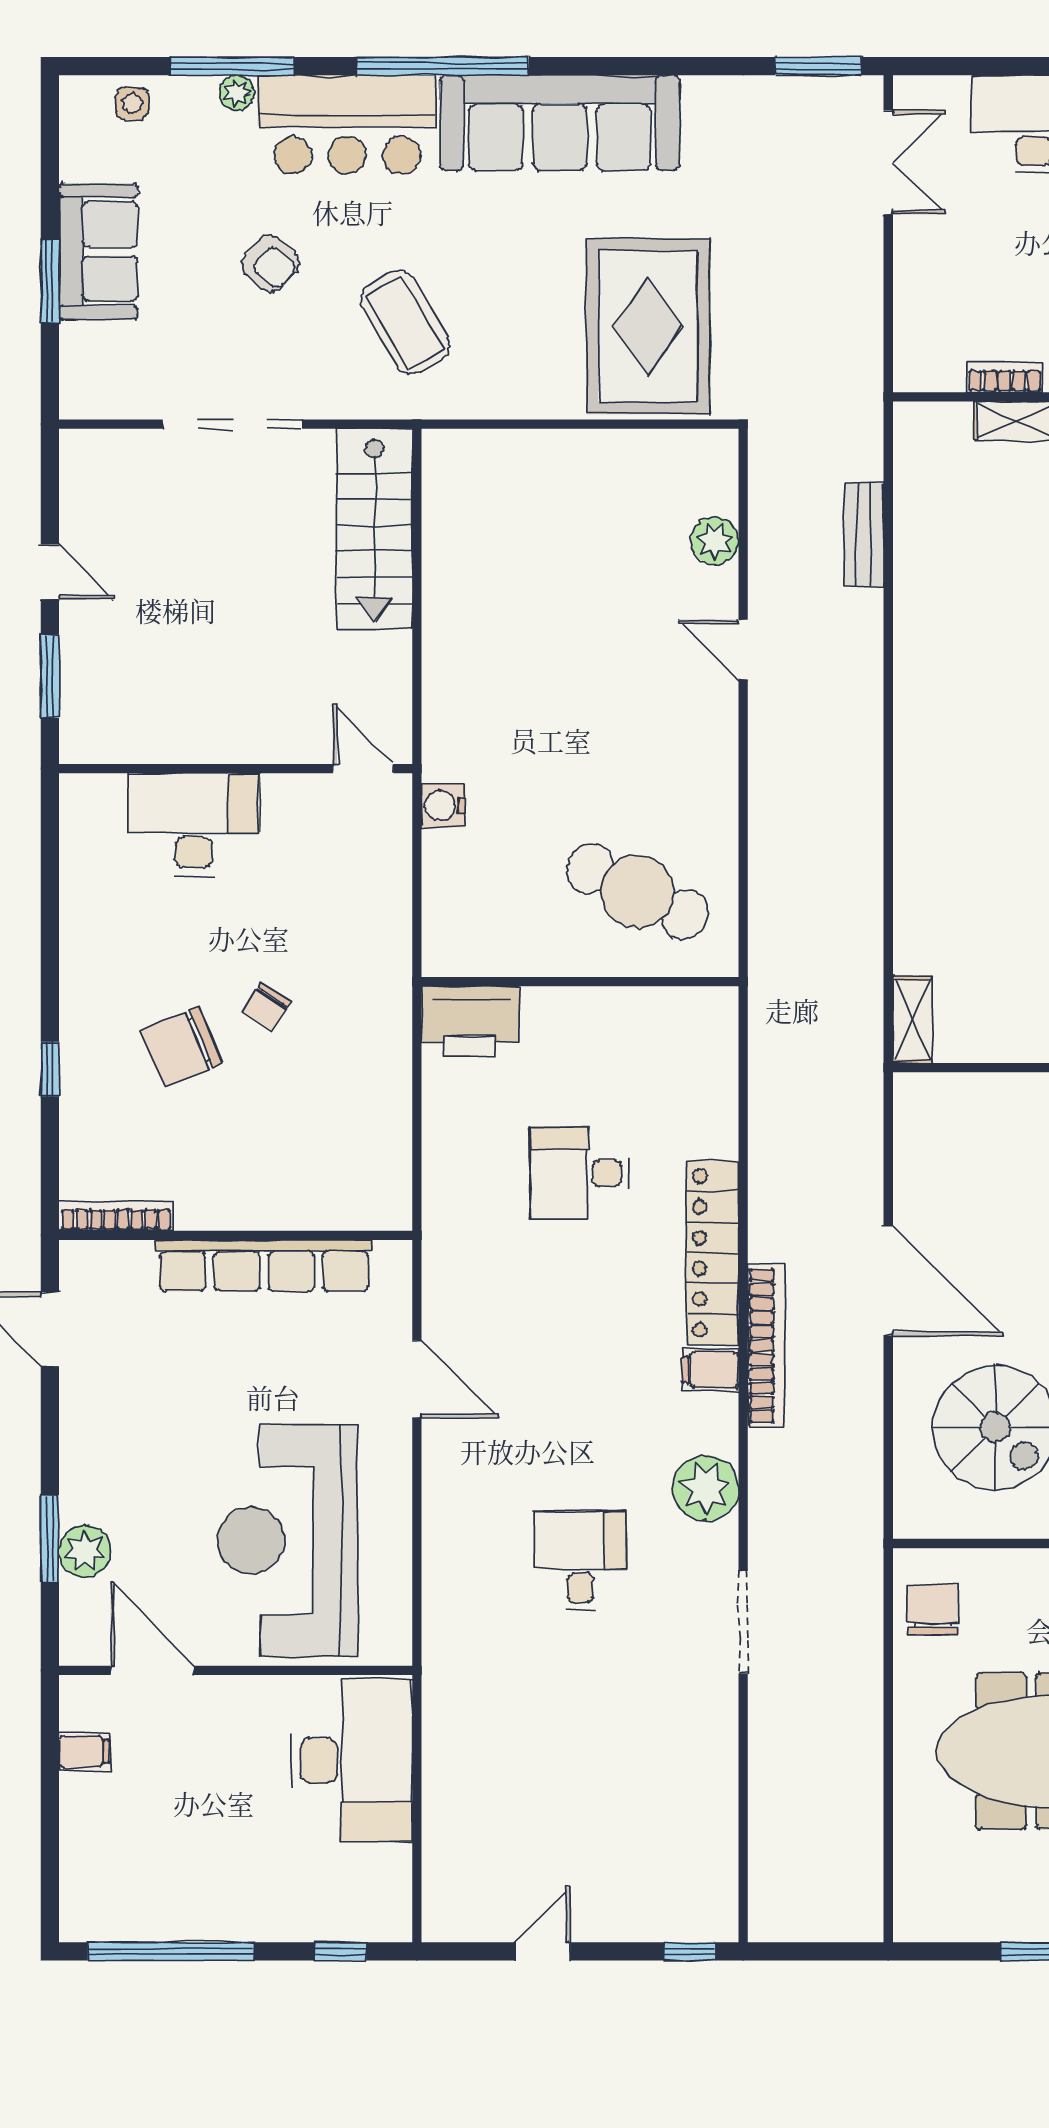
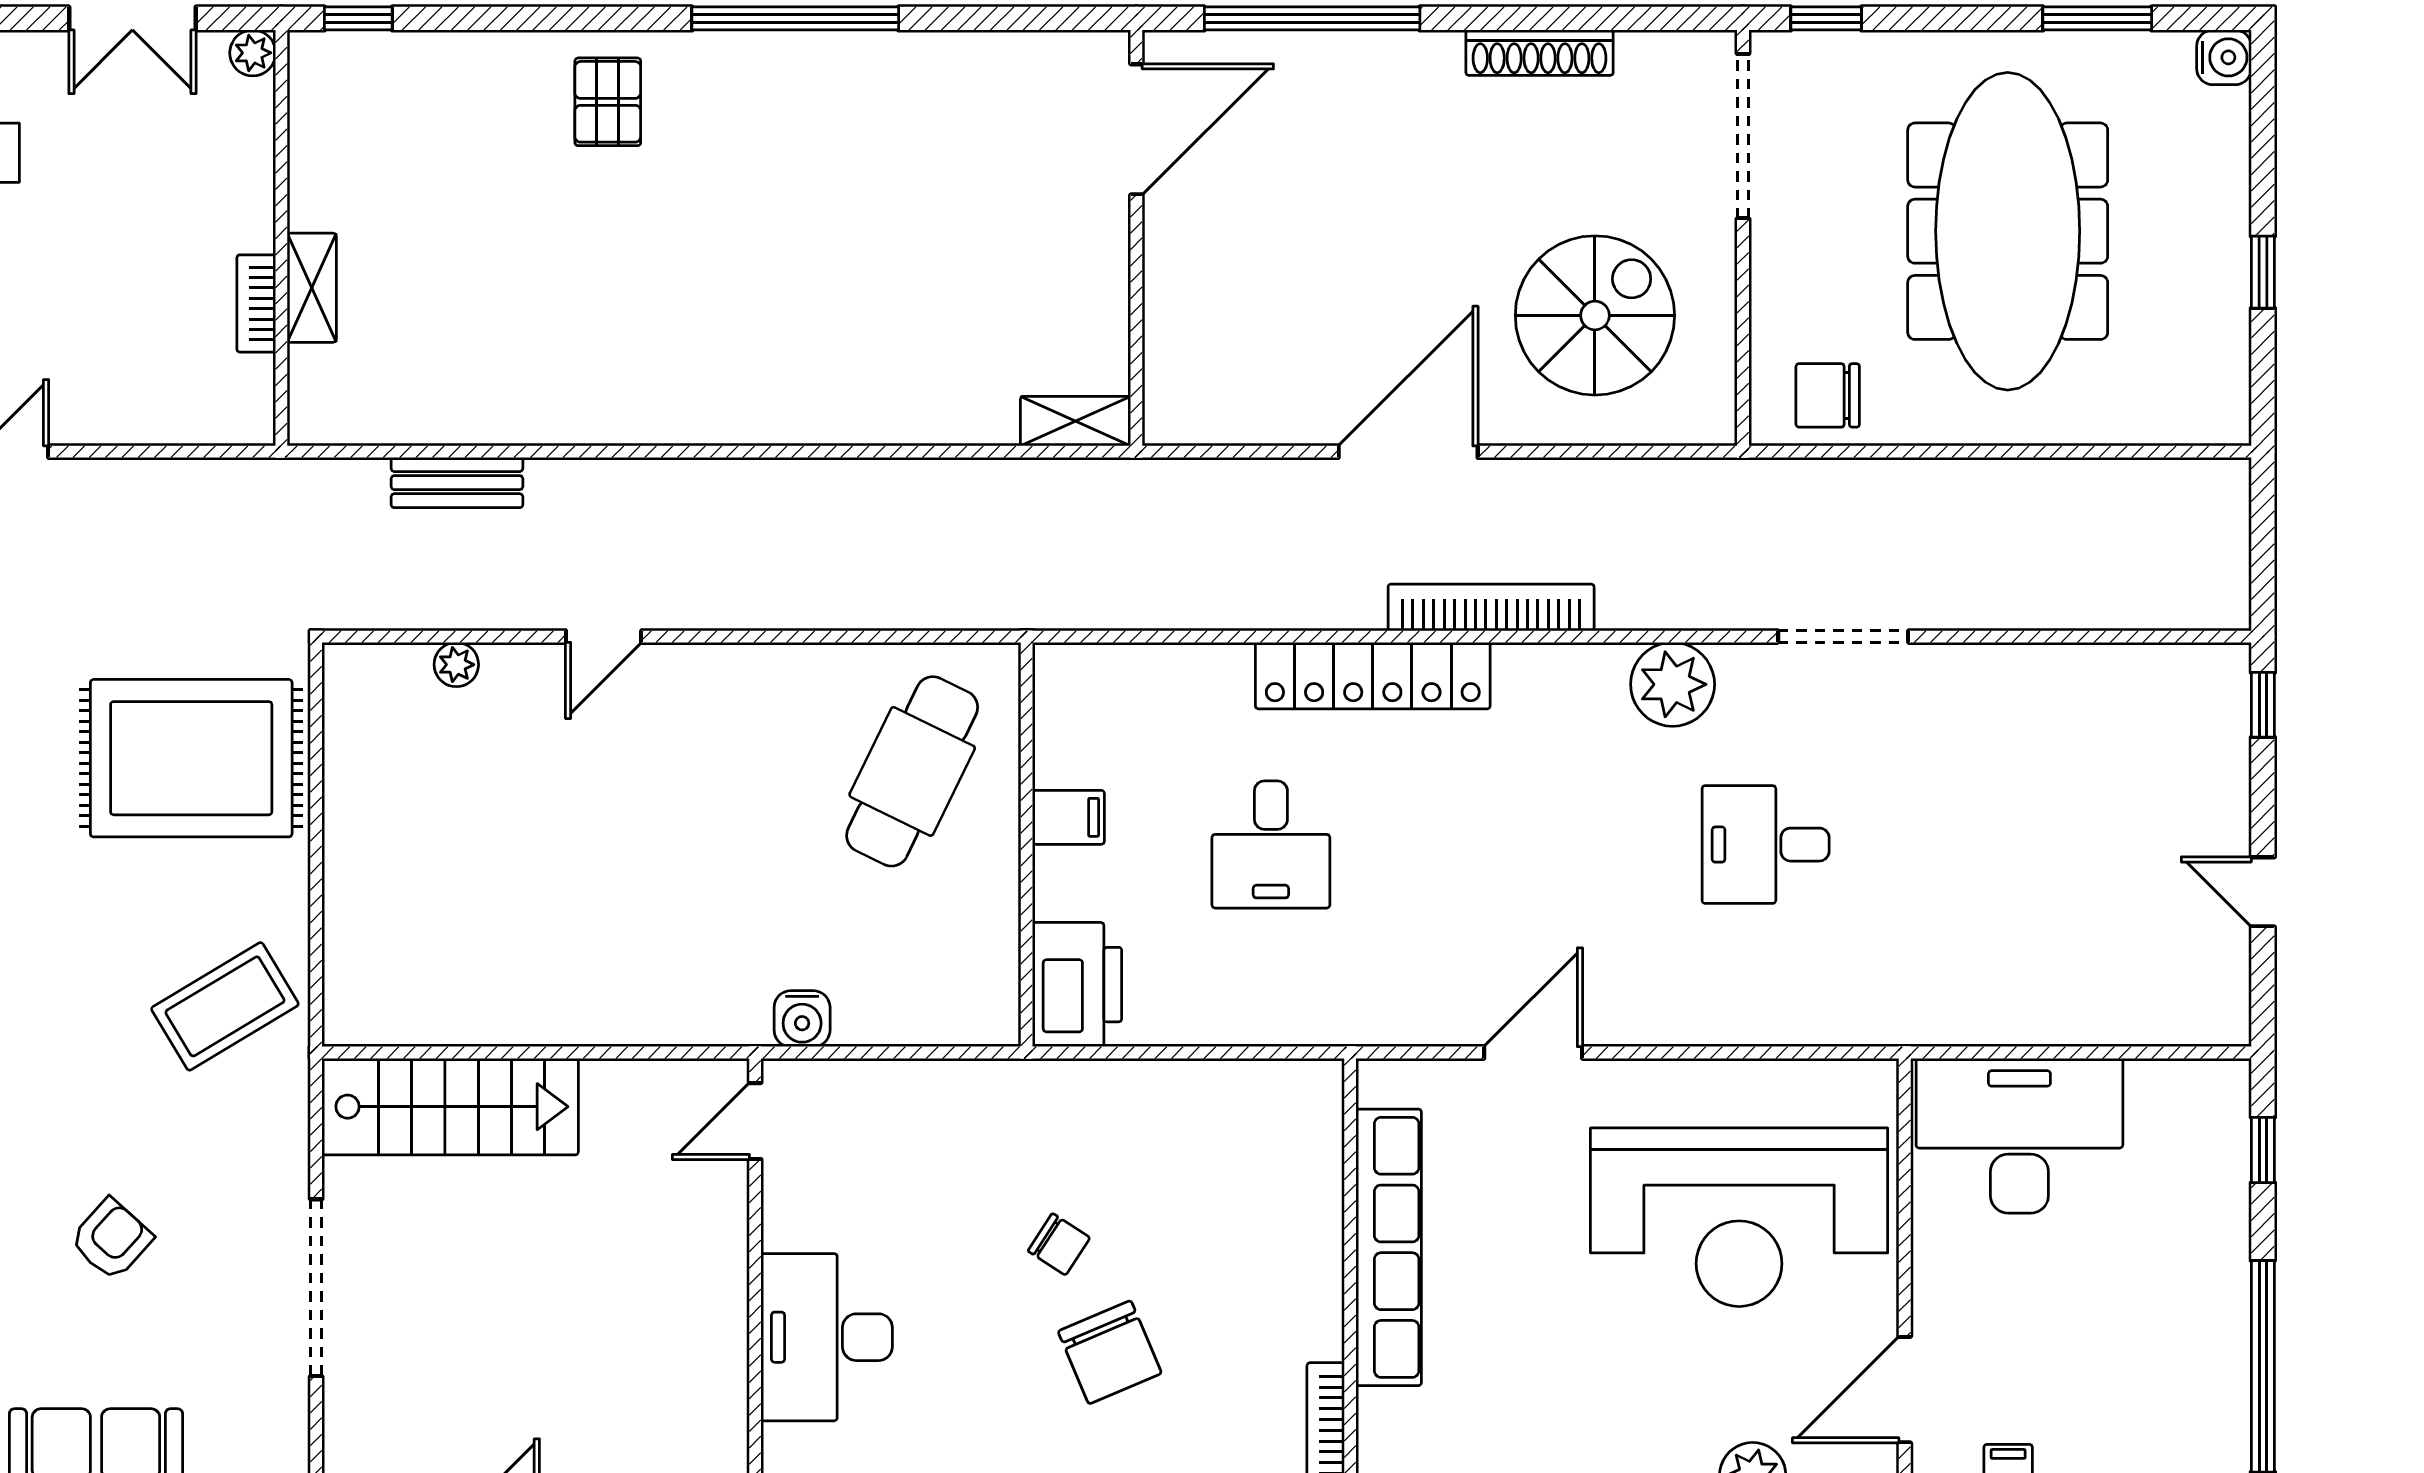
coffee table: (405, 323) -> (225, 1006), moved
plant: (715, 541) -> (456, 665), width x0.73, depth x0.73
filing cabinet: (710, 1370) -> (1068, 817), moved, turned -90

